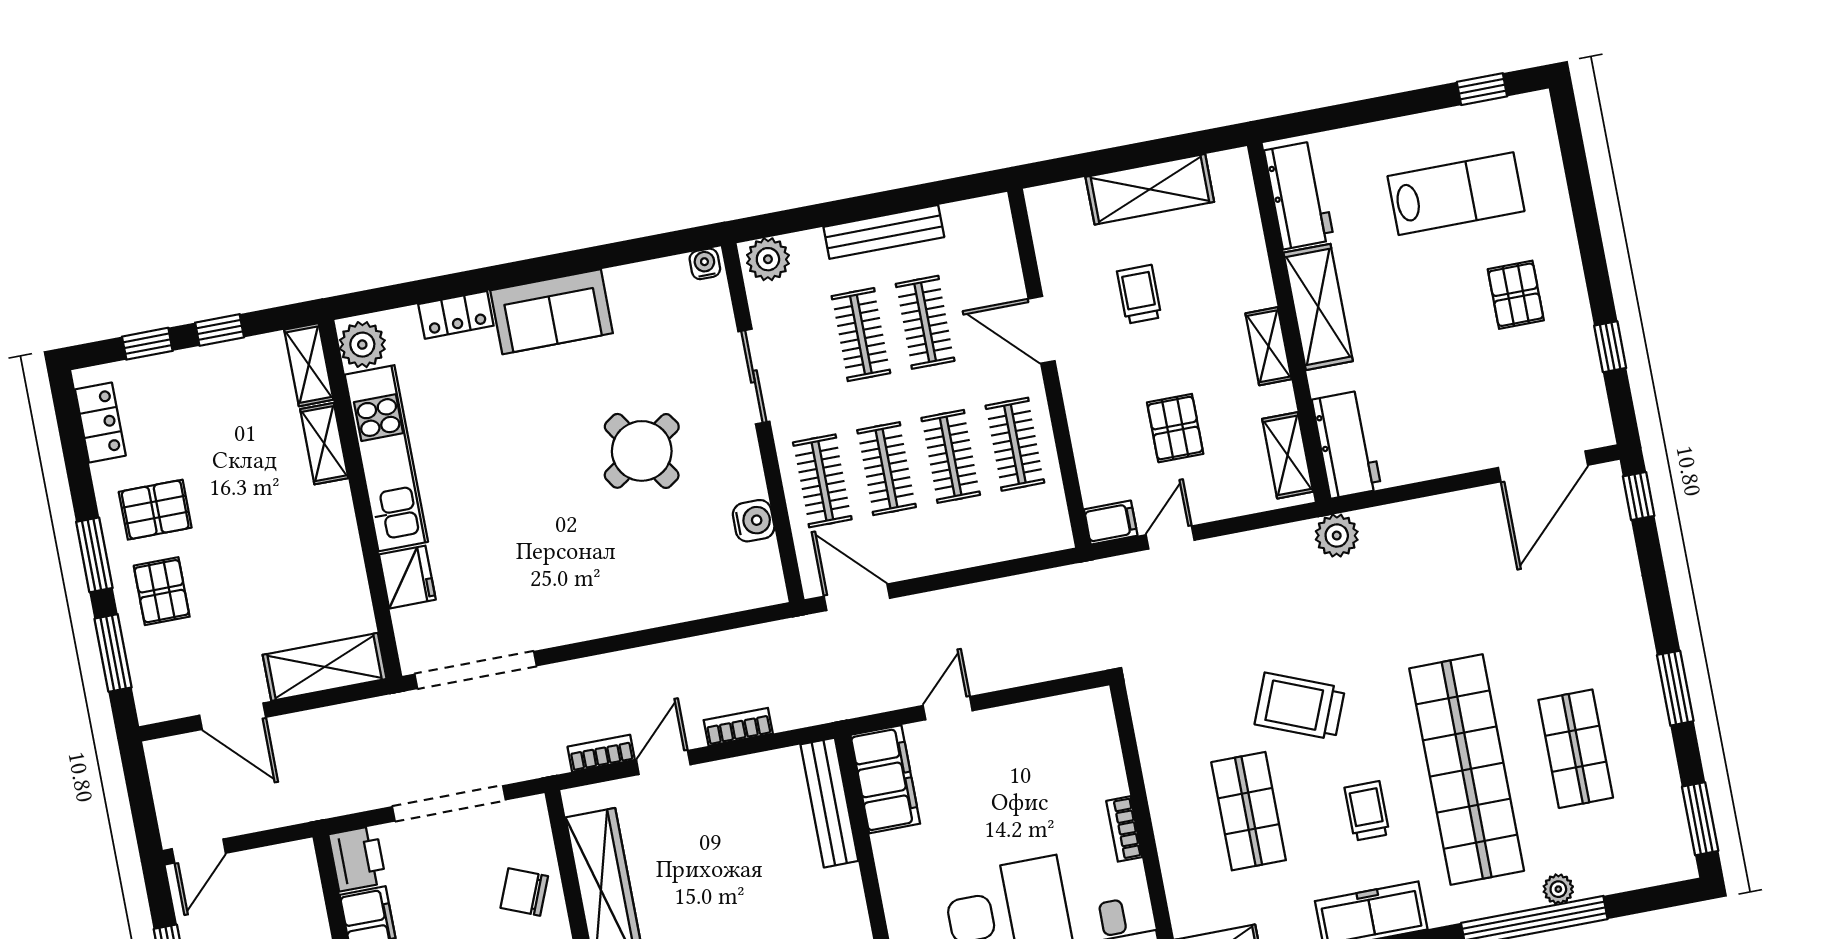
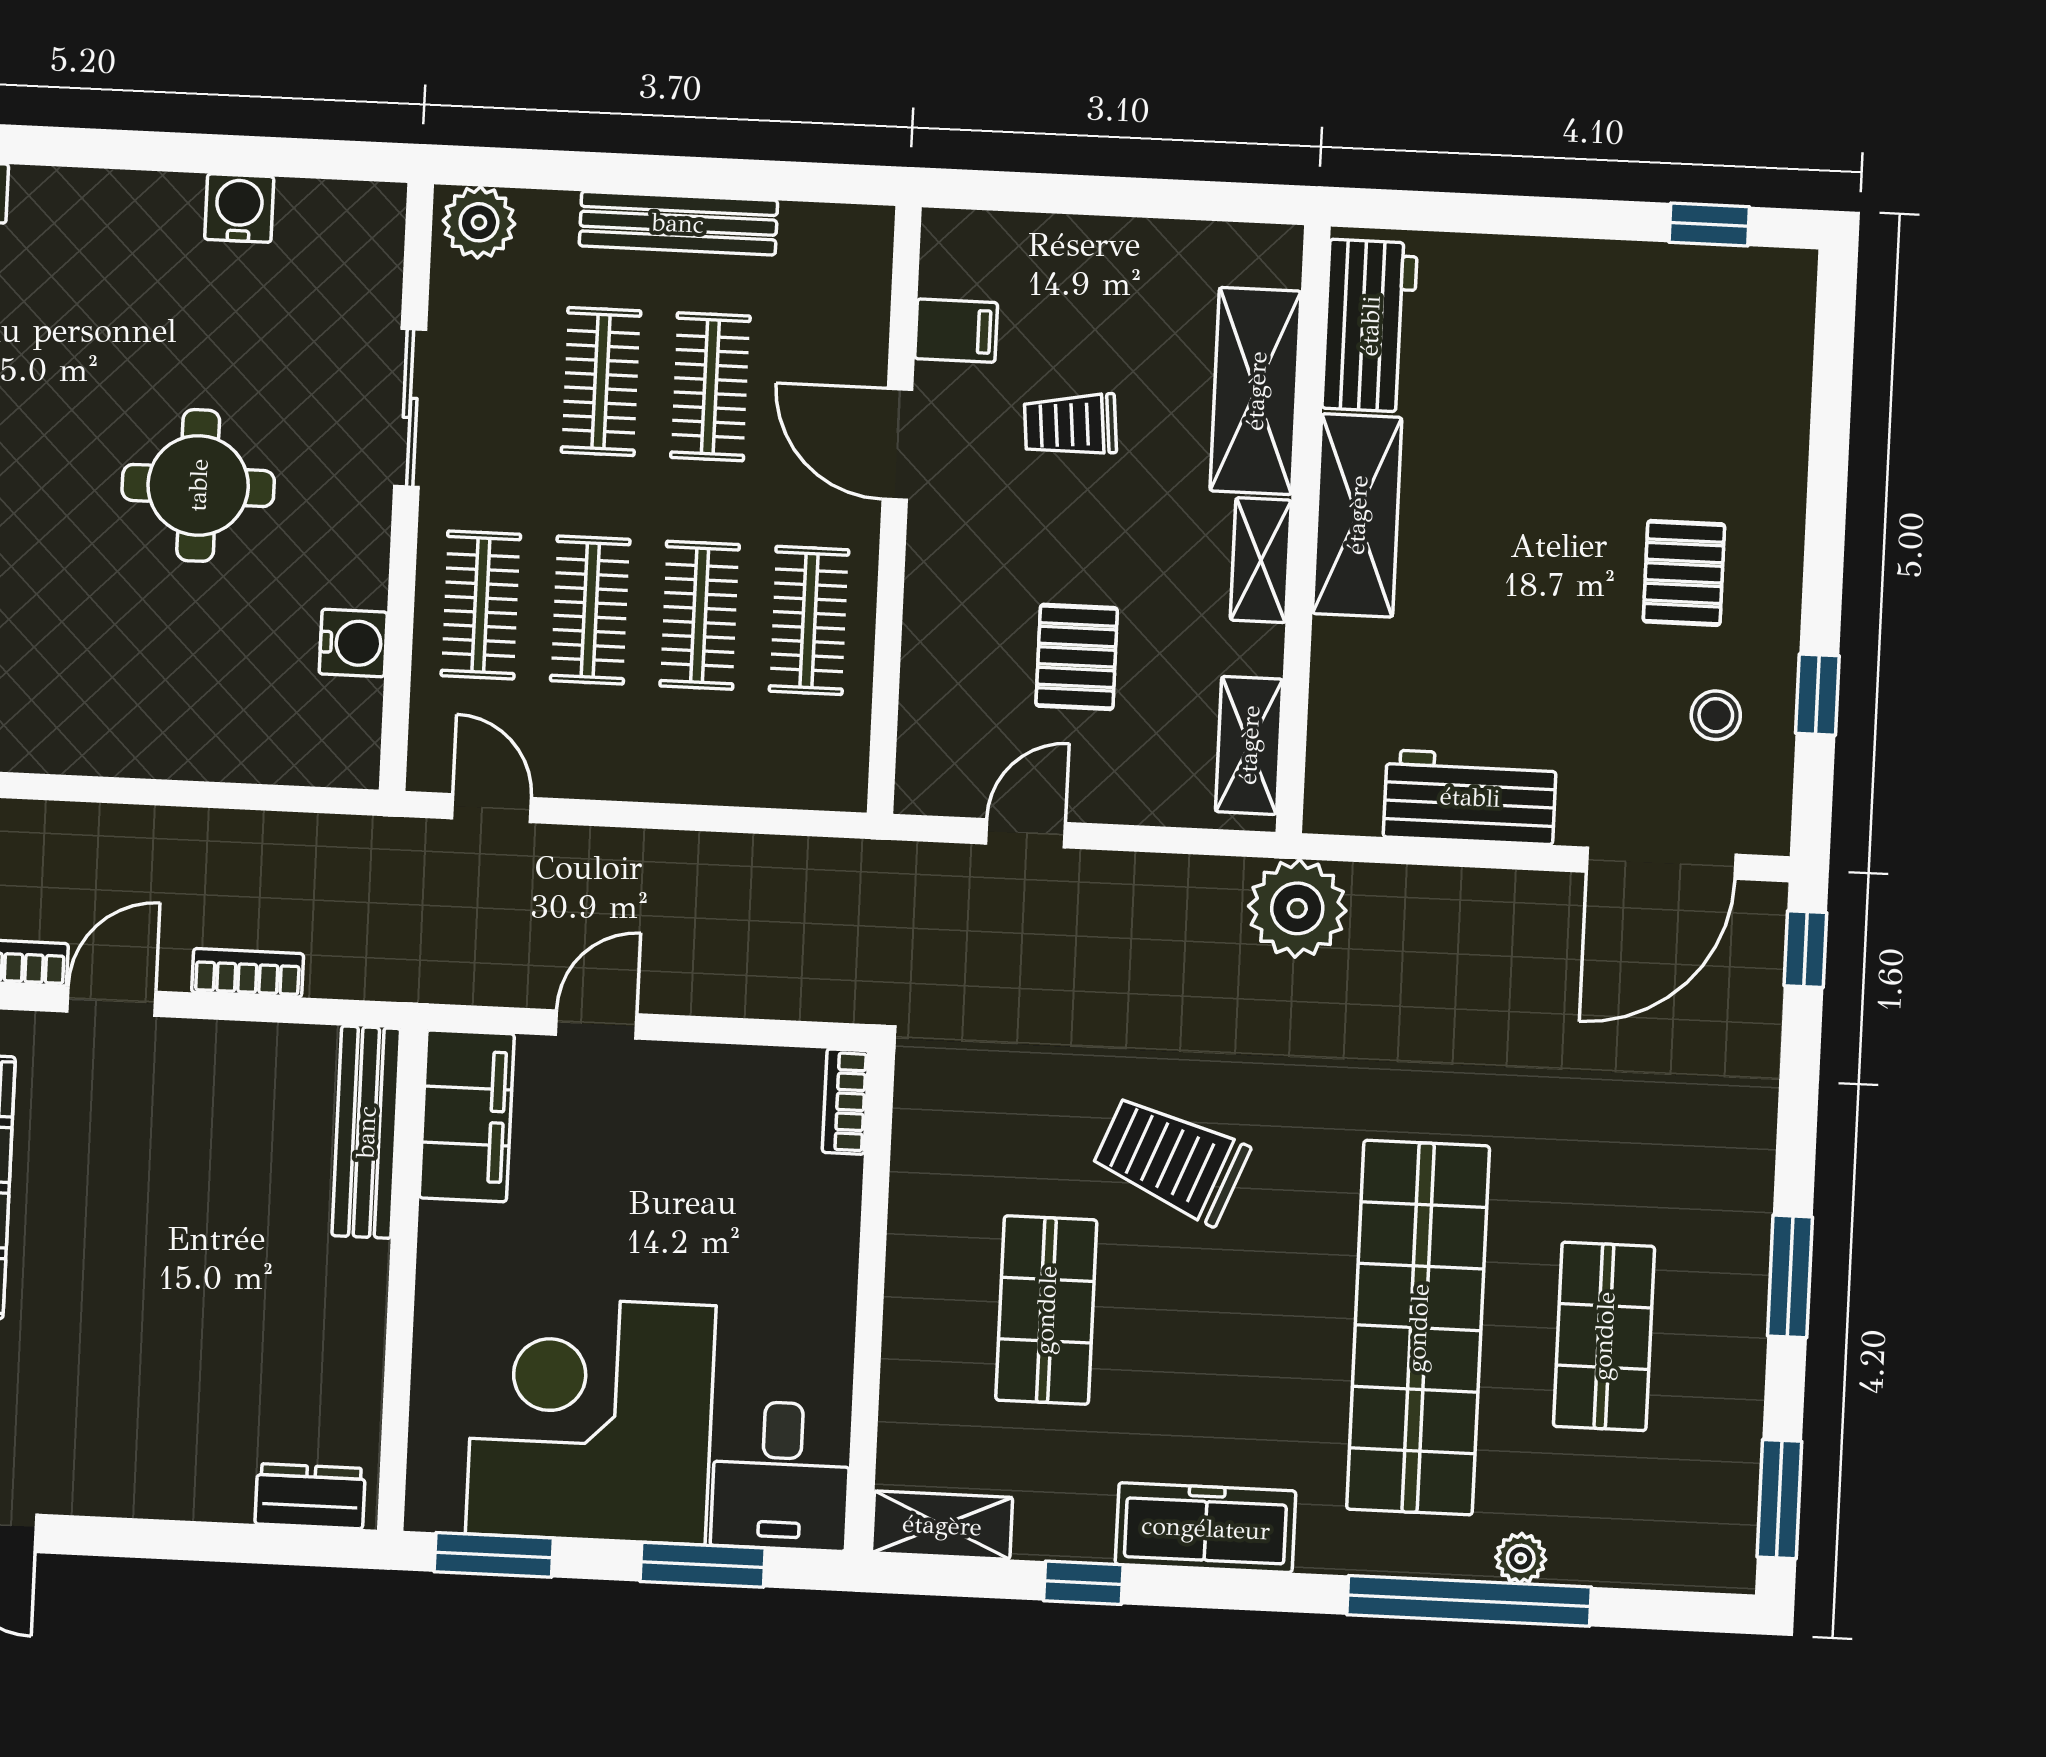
shelving: (1150, 189) -> (1256, 391), moved, turned 90
lab bench: (1456, 194) -> (1626, 385), removed
water cooler: (705, 264) -> (239, 208), moved, width x1.38, depth x1.38
trolley: (1139, 294) -> (1070, 425), turned -95
sofa: (552, 312) -> (106, 223), removed
stool: (1554, 373) -> (1716, 715), added
workbench: (1347, 444) -> (1470, 797), moved, turned -90
round table: (642, 451) -> (198, 485), turned 34
filing cabinet: (1111, 523) -> (956, 331), moved
plant: (1337, 536) -> (1297, 908), width x1.36, depth x1.36
door: (857, 597) -> (492, 808), width x0.73
trolley: (1367, 811) -> (1239, 1356), removed
bookcase: (1124, 829) -> (846, 1102), moved

